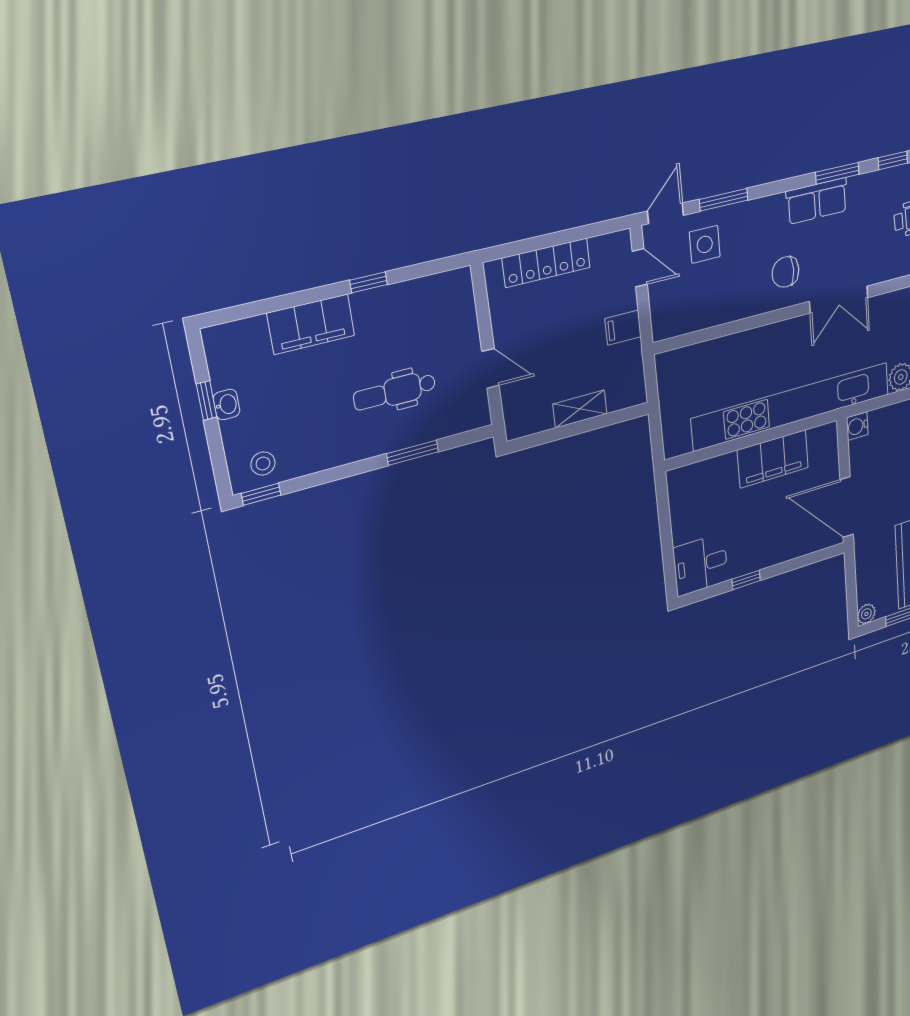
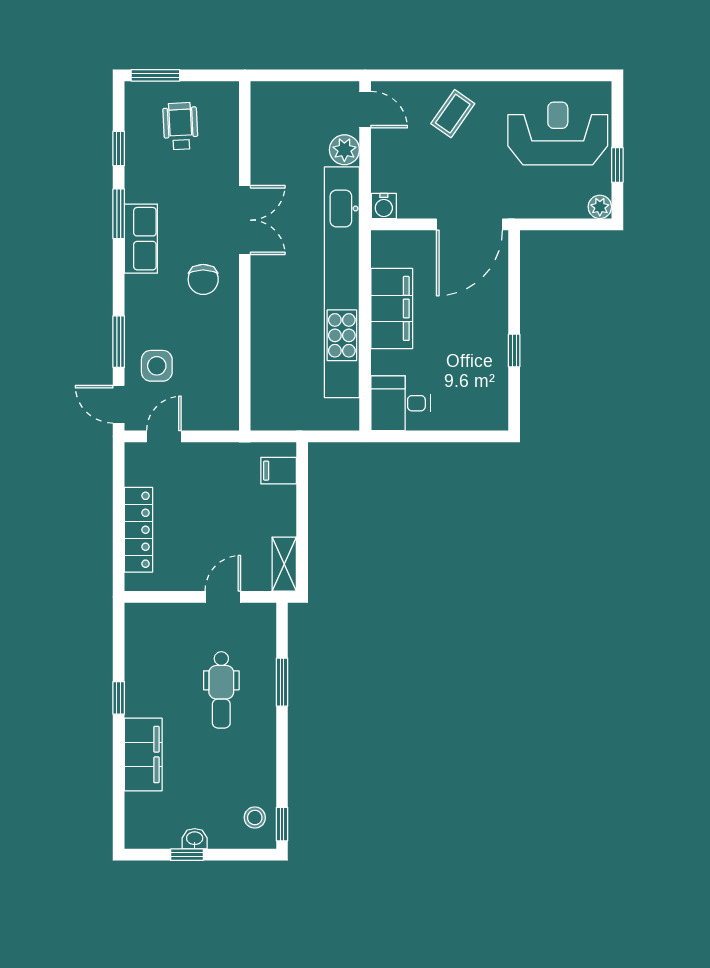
filing cabinet: (623, 328) -> (279, 471), moved, turned 90
shelving: (580, 409) -> (284, 564), moved
desk: (701, 565) -> (400, 403), moved, turned 90

